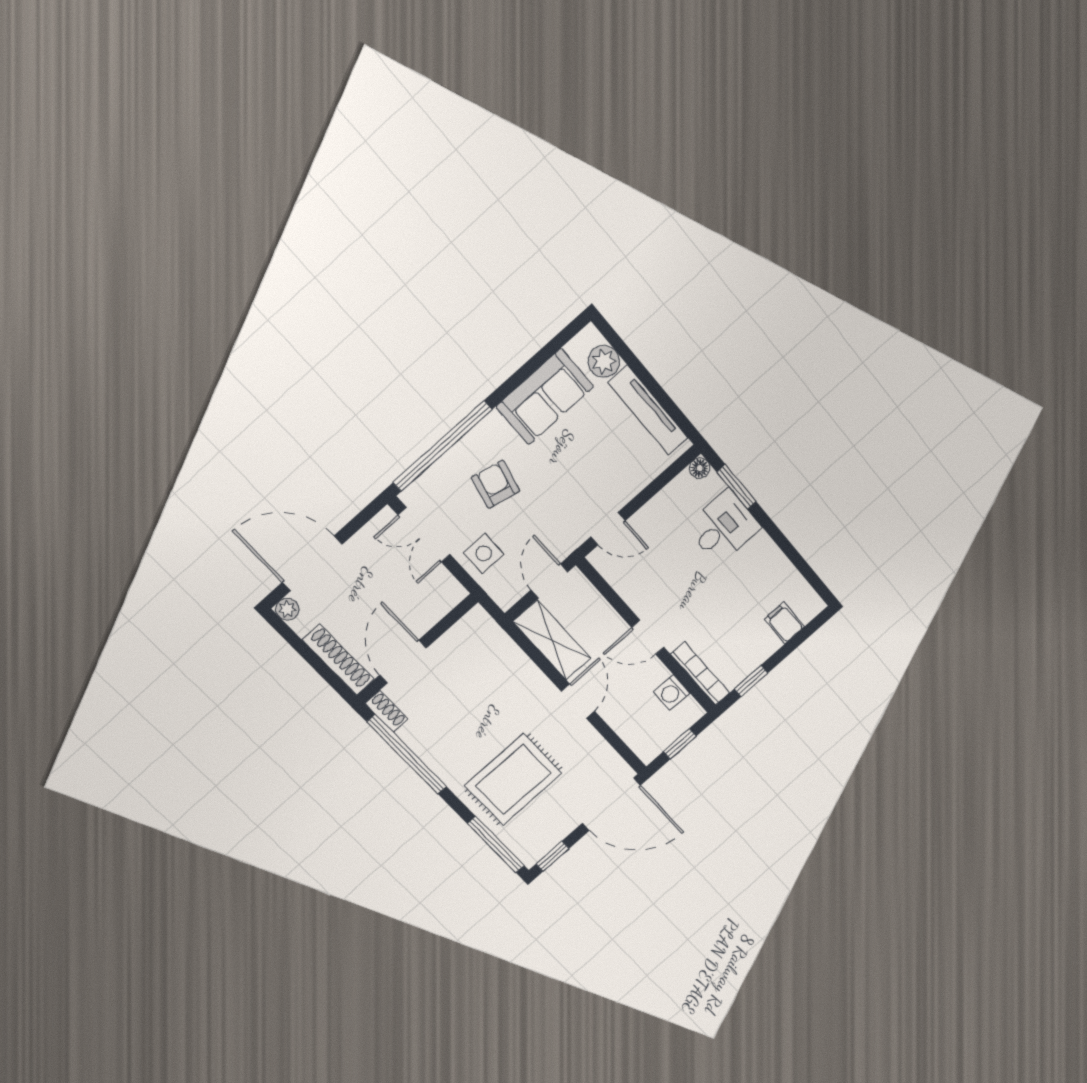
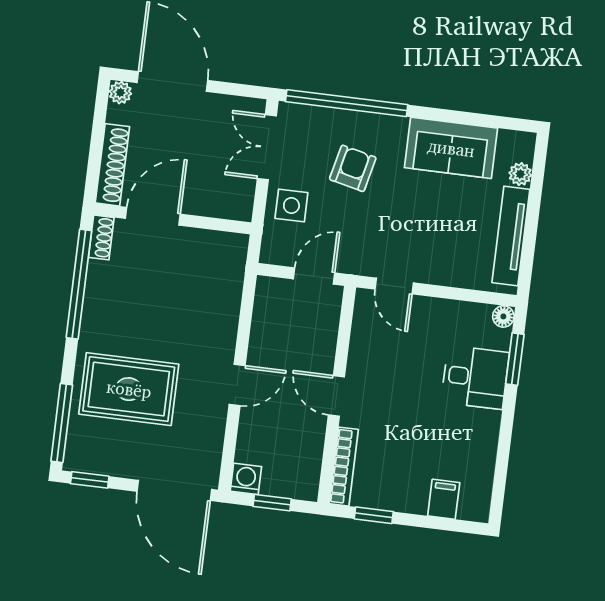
plant: (604, 361) -> (520, 174), width x0.73, depth x0.73
shelving: (552, 640) -> (269, 320), removed
washing machine: (672, 693) -> (246, 479), moved, turned 90

